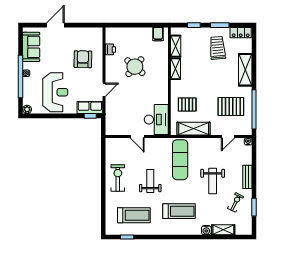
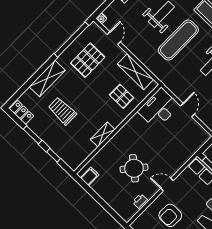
shelving: (176, 46) -> (85, 153), removed
trolley: (217, 48) -> (62, 111), moved, turned 95
door: (104, 90) -> (167, 184), moved
pallet: (231, 106) -> (88, 60), turned 90
door: (228, 136) -> (114, 38), hinge flipped
exercise mat: (180, 160) -> (178, 40), moved

